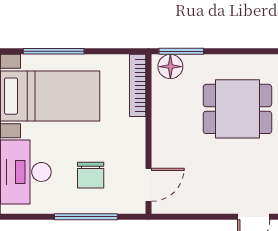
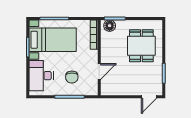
dining table: (237, 109) -> (141, 46), turned 90
door: (149, 185) -> (99, 72), moved

